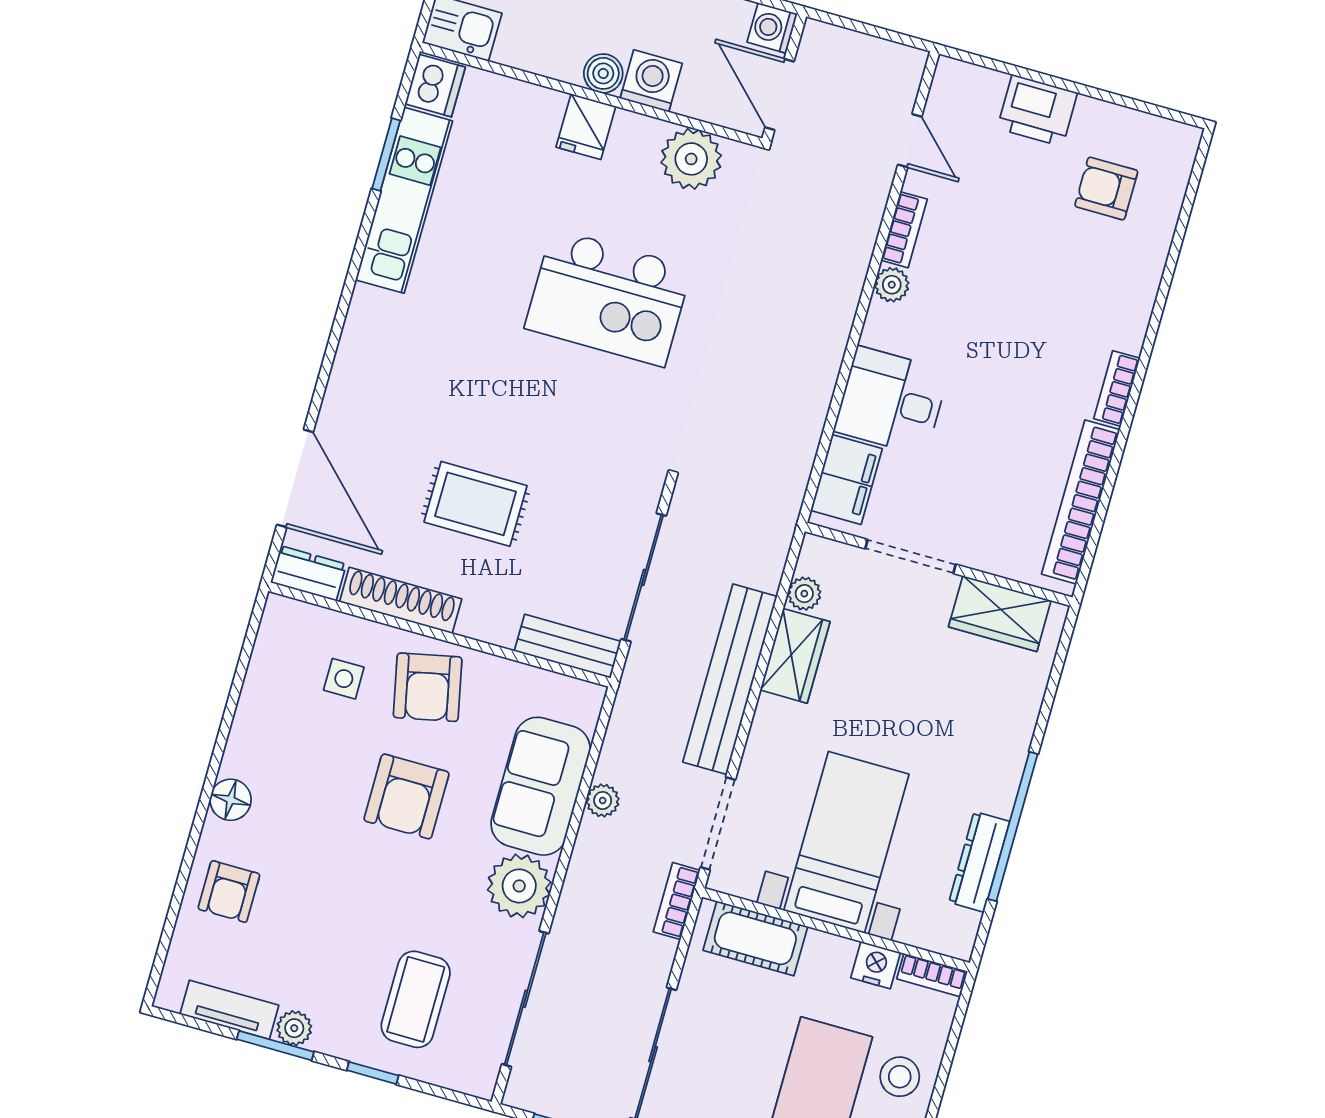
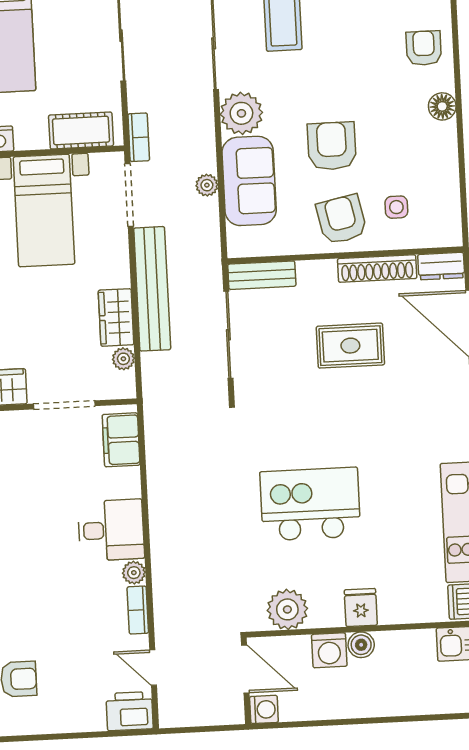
printer: (1037, 110) -> (130, 711), moved
desk: (891, 401) -> (111, 530), moved

